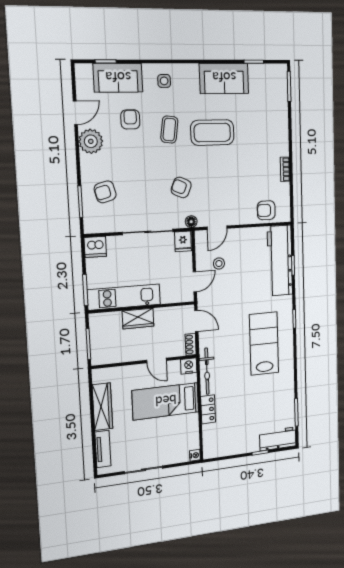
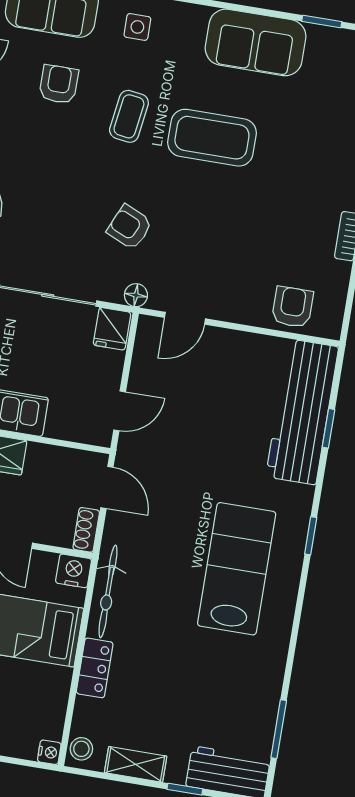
armchair: (266, 210) -> (292, 307), turned 90
stool: (219, 263) -> (81, 749), moved
shelving: (236, 448) -> (136, 764), added

